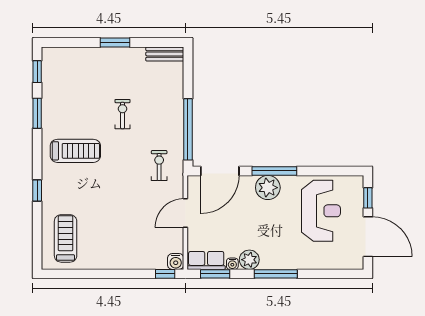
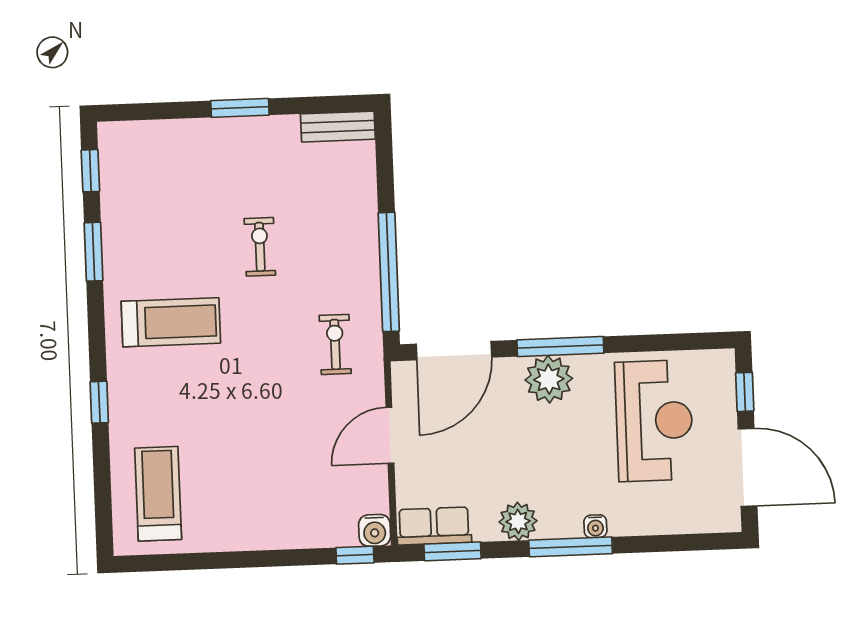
water cooler: (232, 264) -> (595, 526), moved

